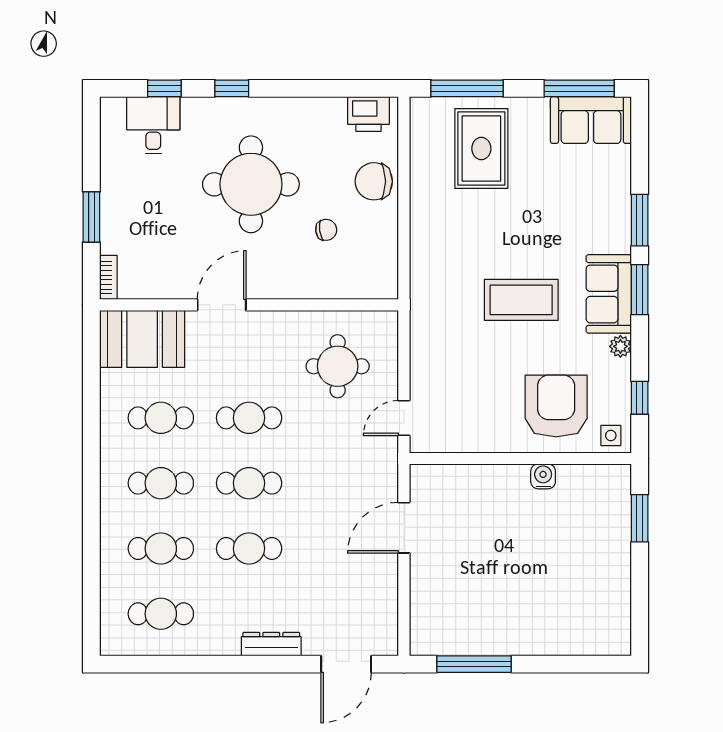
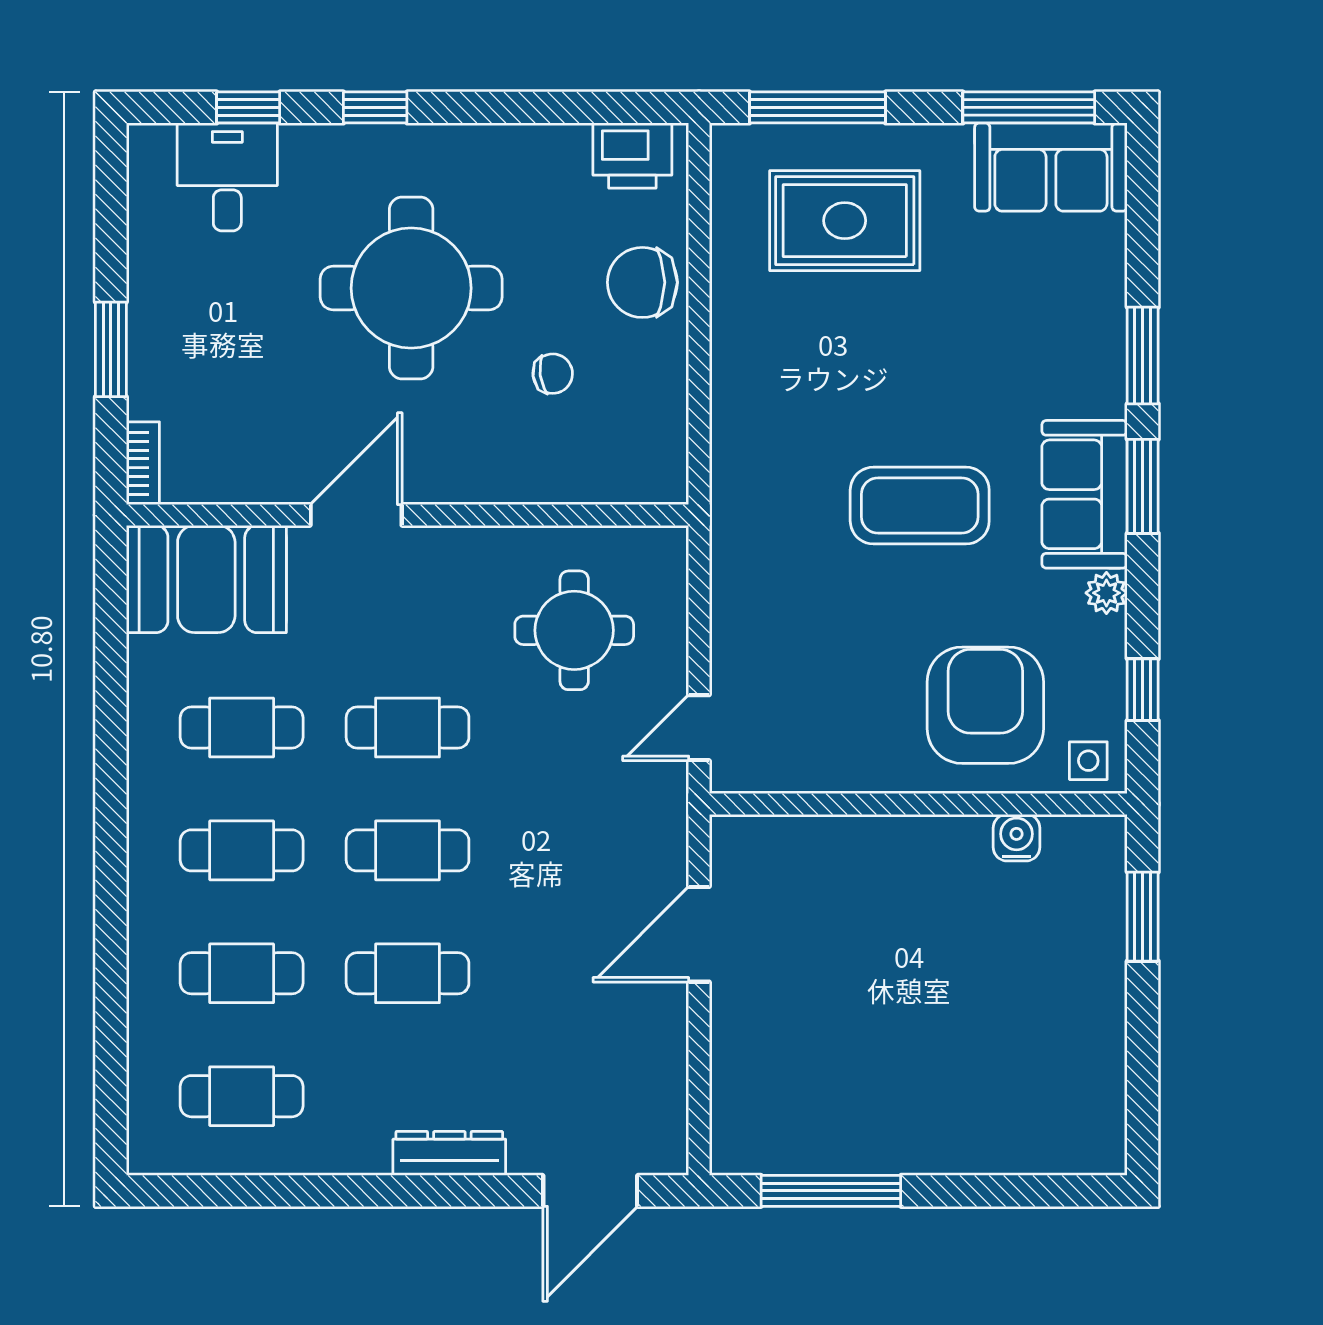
rug: (481, 149) -> (845, 221), turned 90
water cooler: (543, 476) -> (1016, 838), moved

